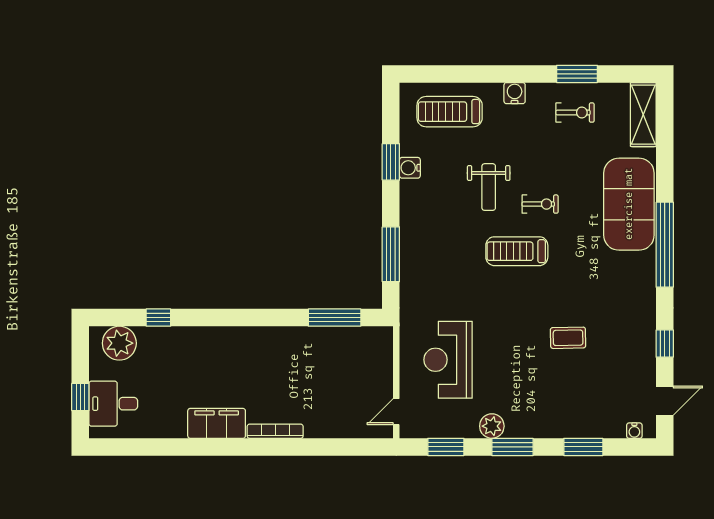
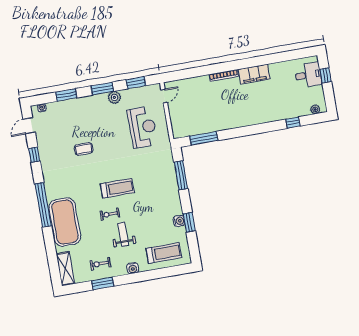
weight bench: (489, 187) -> (123, 234), moved
plant: (119, 343) -> (315, 109), width x0.53, depth x0.53

